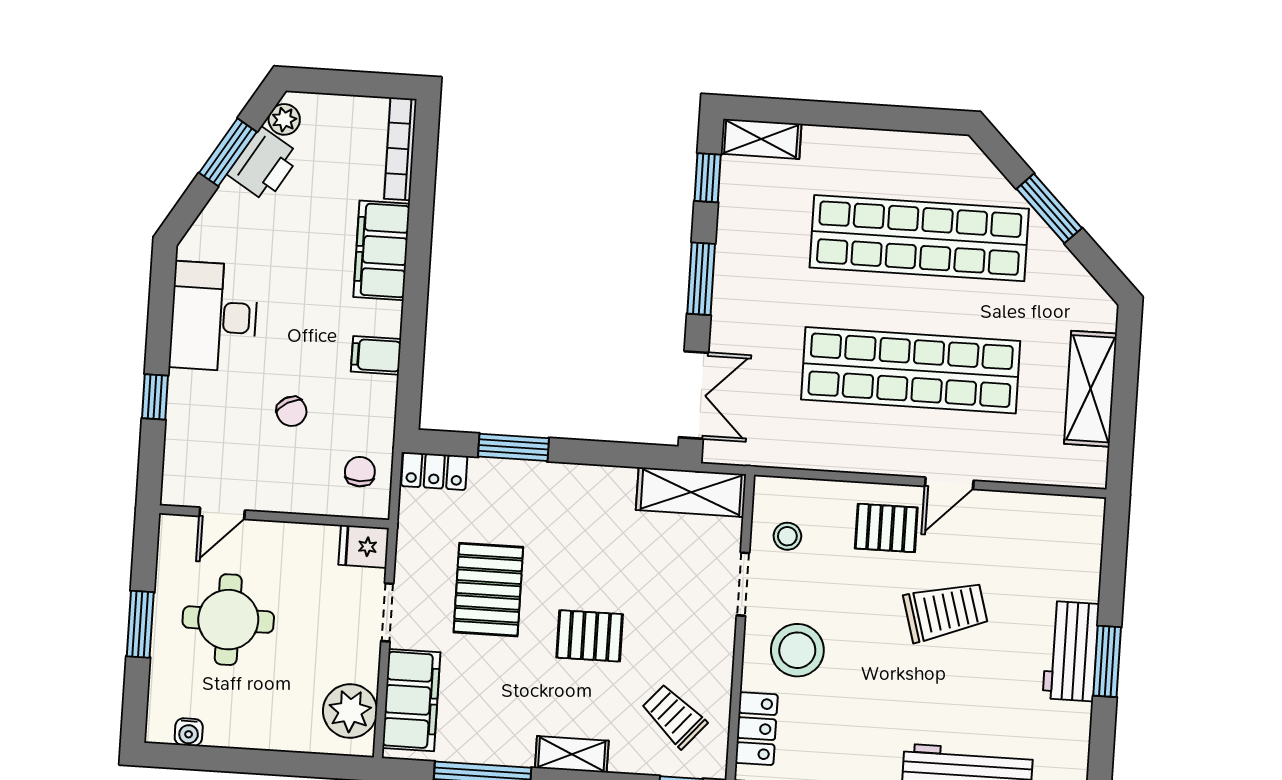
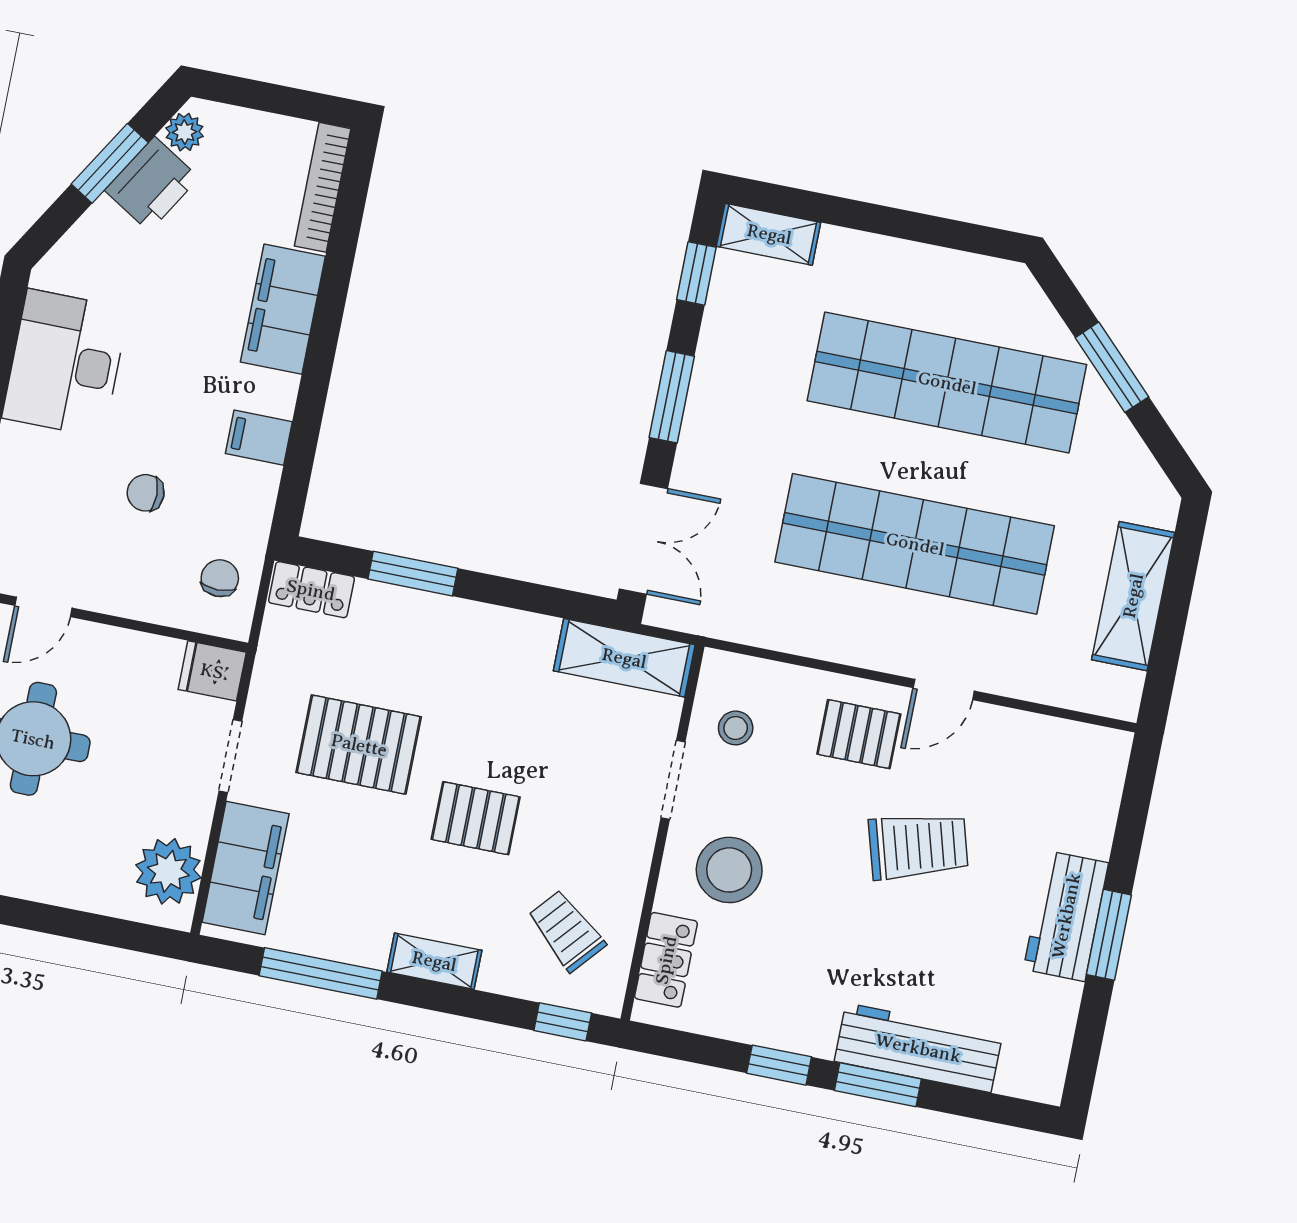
chair: (292, 411) -> (146, 493), turned 118
pallet: (488, 590) -> (359, 745), turned 90

